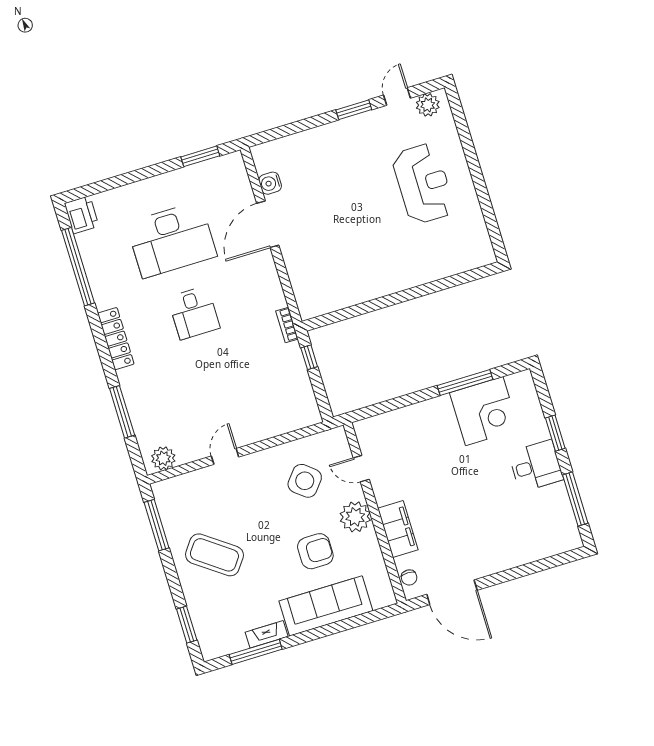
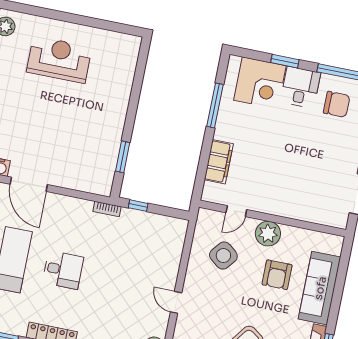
window: (354, 311) -> (123, 157), added
corner desk: (484, 411) -> (260, 83), moved, turned 90
filing cabinet: (398, 529) -> (219, 162), moved, turned 90
armchair: (315, 551) -> (277, 275), turned 180
chair: (409, 577) -> (337, 104), moved, width x1.87, depth x1.87

